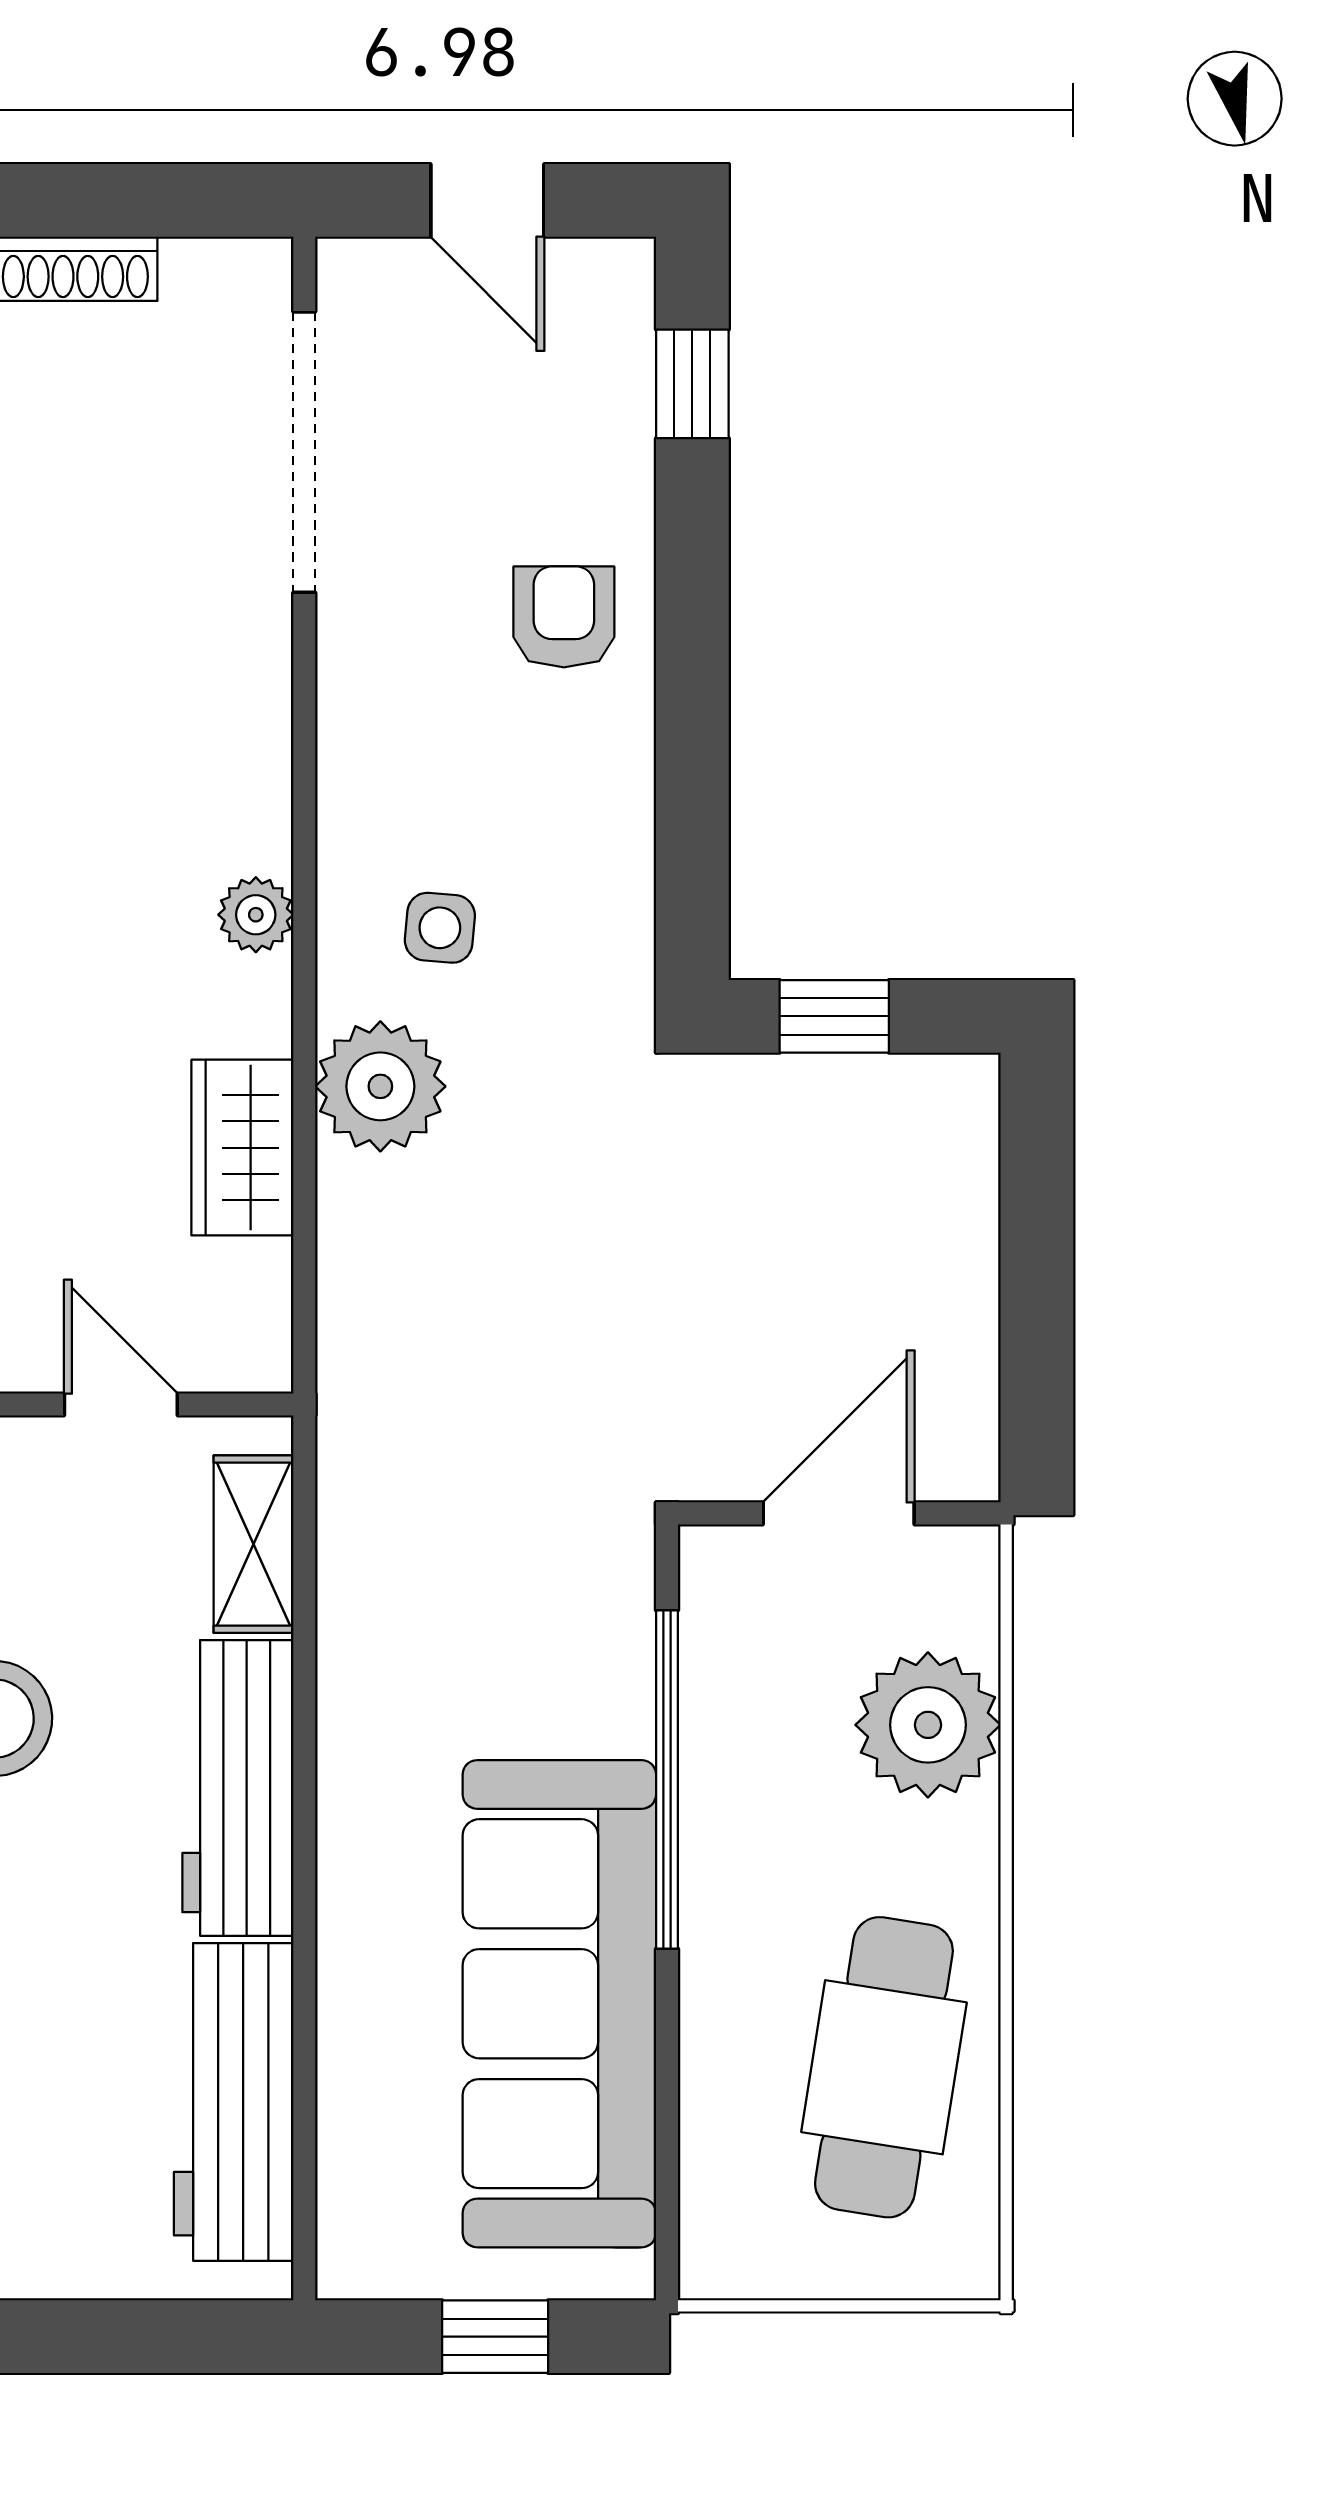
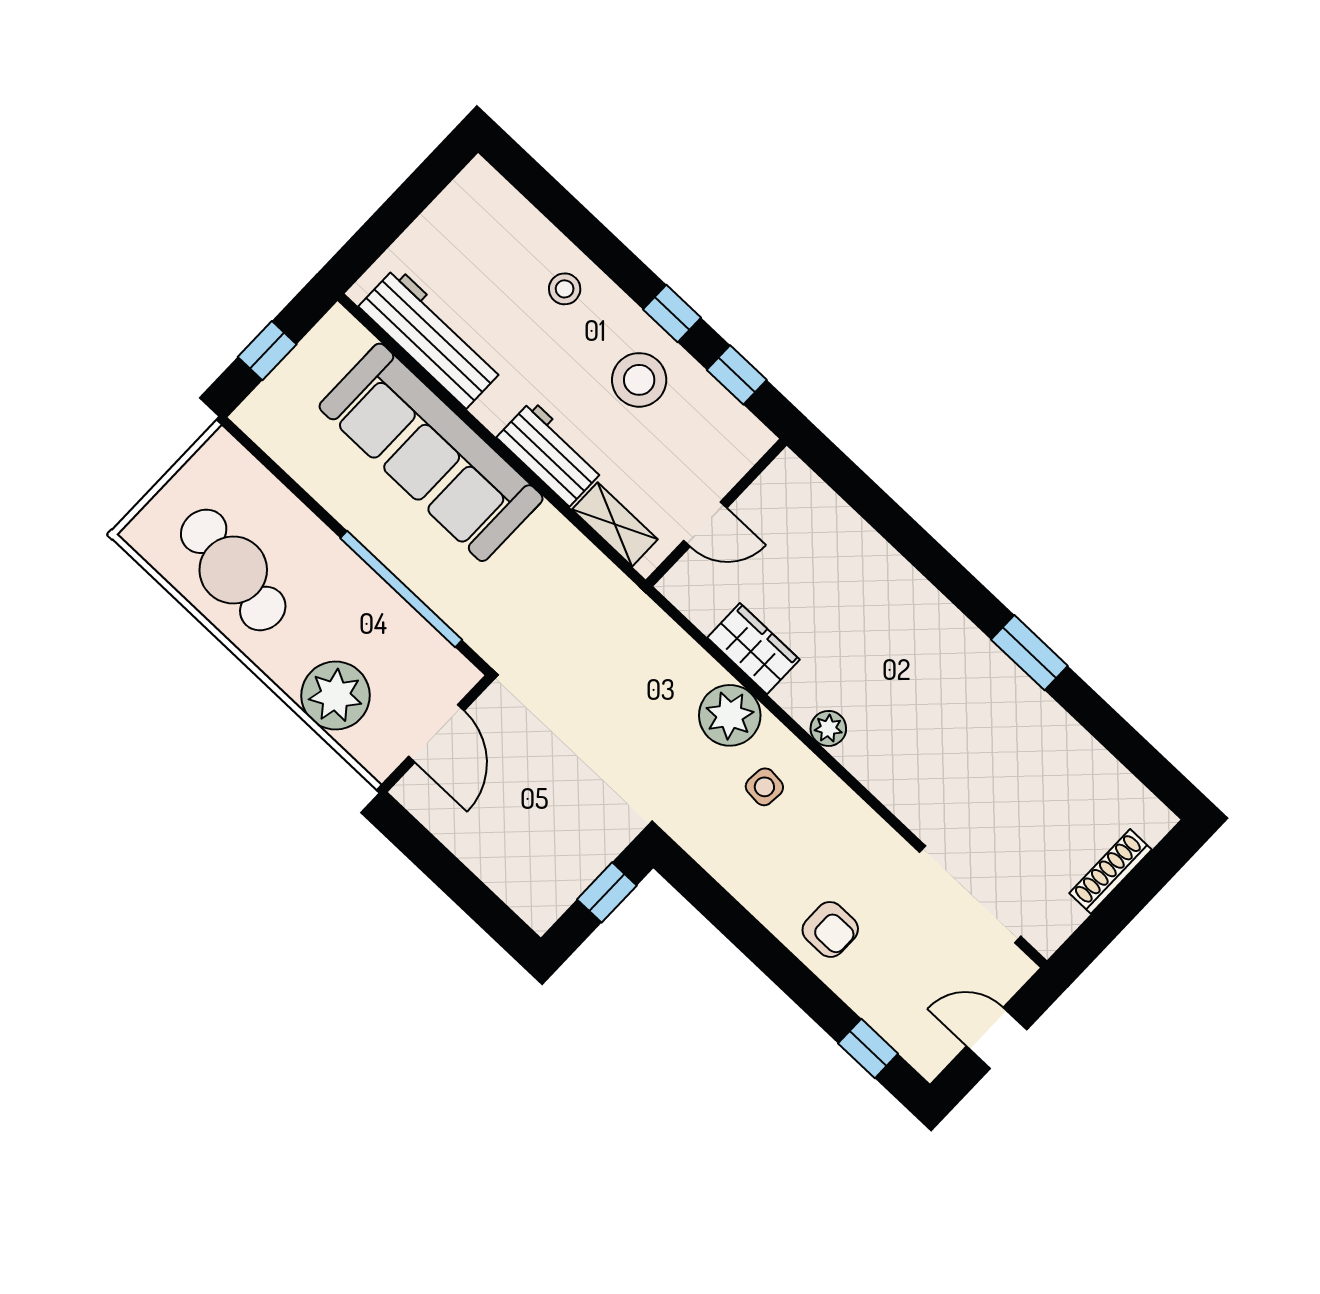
workbench: (238, 1788) -> (551, 453), width x0.73
sofa: (559, 2004) -> (431, 452), moved, turned 180

